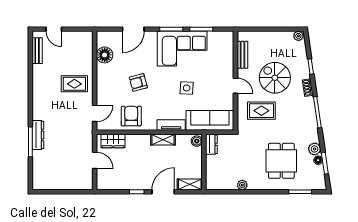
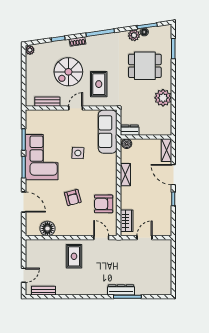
tv unit: (171, 125) -> (112, 167), removed
plant: (242, 185) -> (163, 98), width x1.87, depth x1.87

